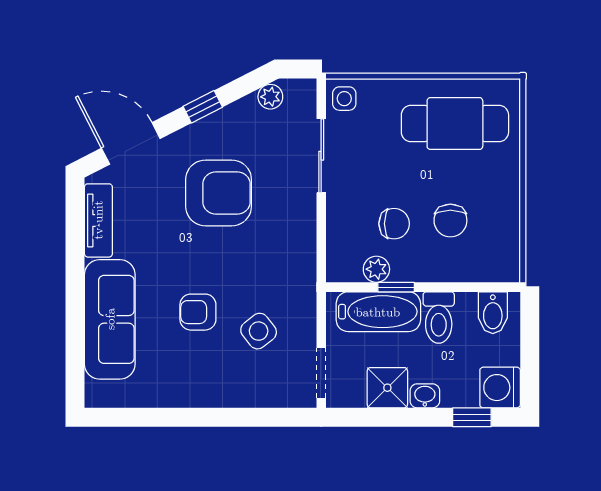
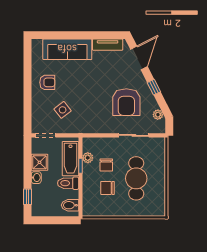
side table: (344, 99) -> (157, 145), removed
cafe table: (455, 124) -> (136, 178), moved
armchair: (219, 193) -> (126, 102), moved
armchair: (198, 312) -> (47, 82), moved, turned 90
washing machine: (500, 388) -> (40, 208), removed

